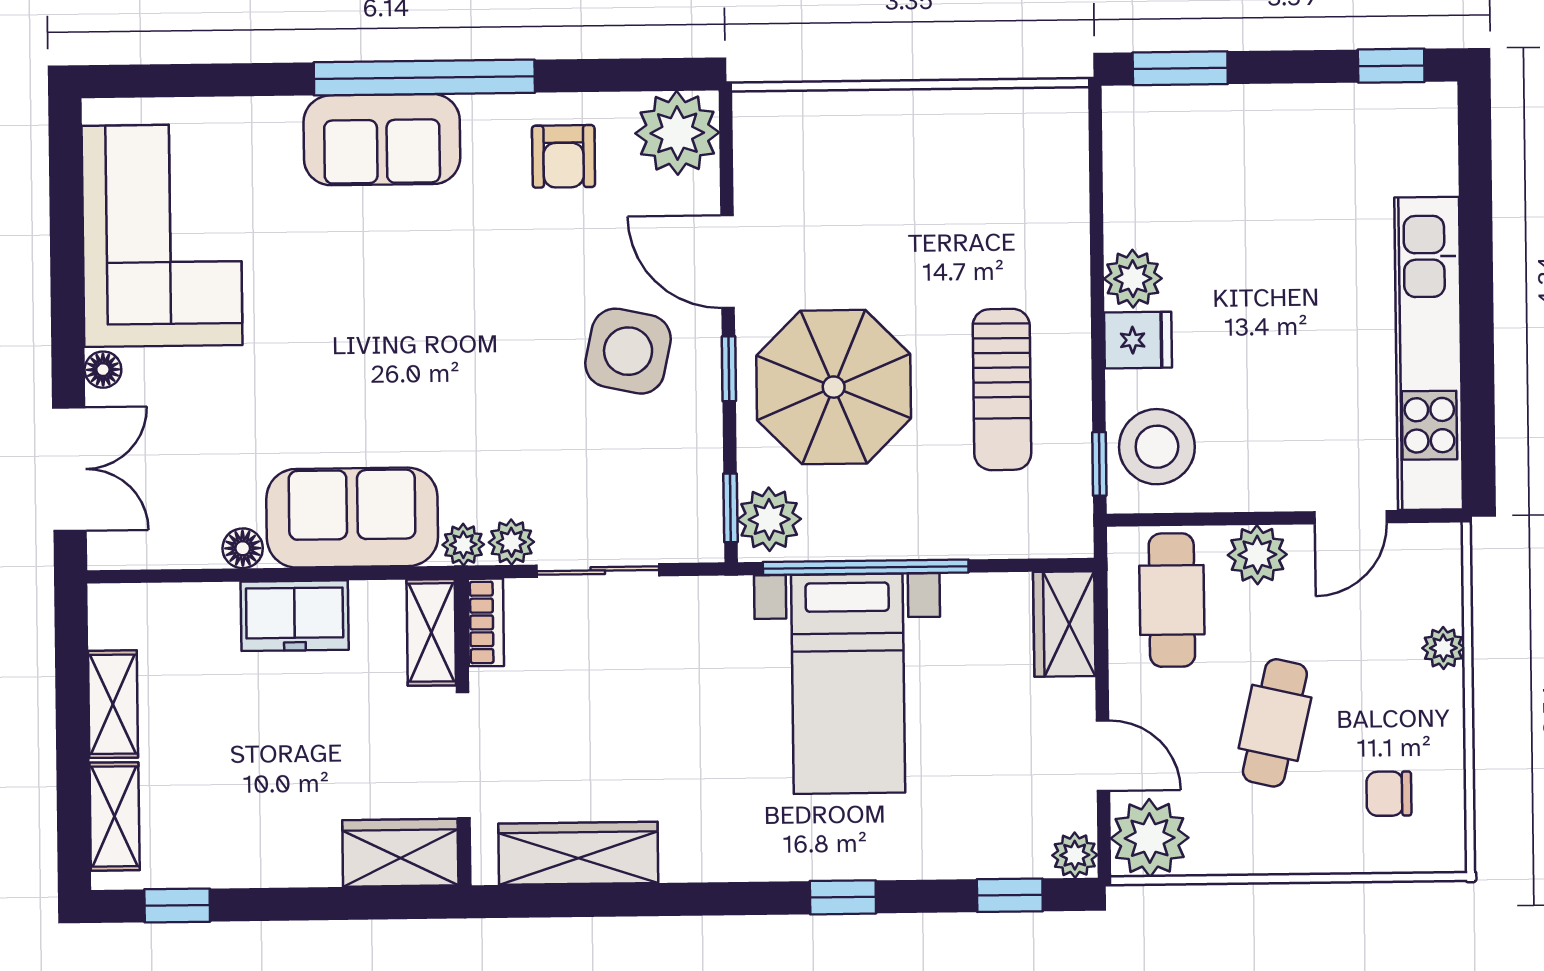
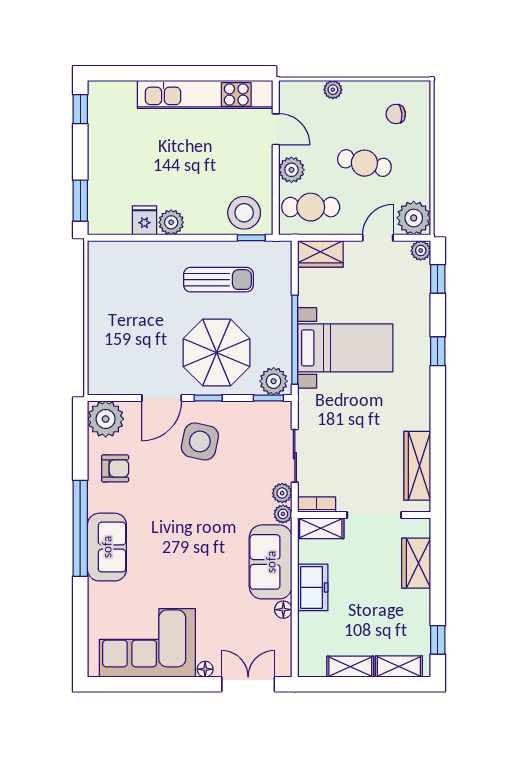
fridge: (1138, 340) -> (144, 220), moved
chair: (1389, 794) -> (396, 114), turned 85
wardrobe: (400, 853) -> (416, 563), moved

